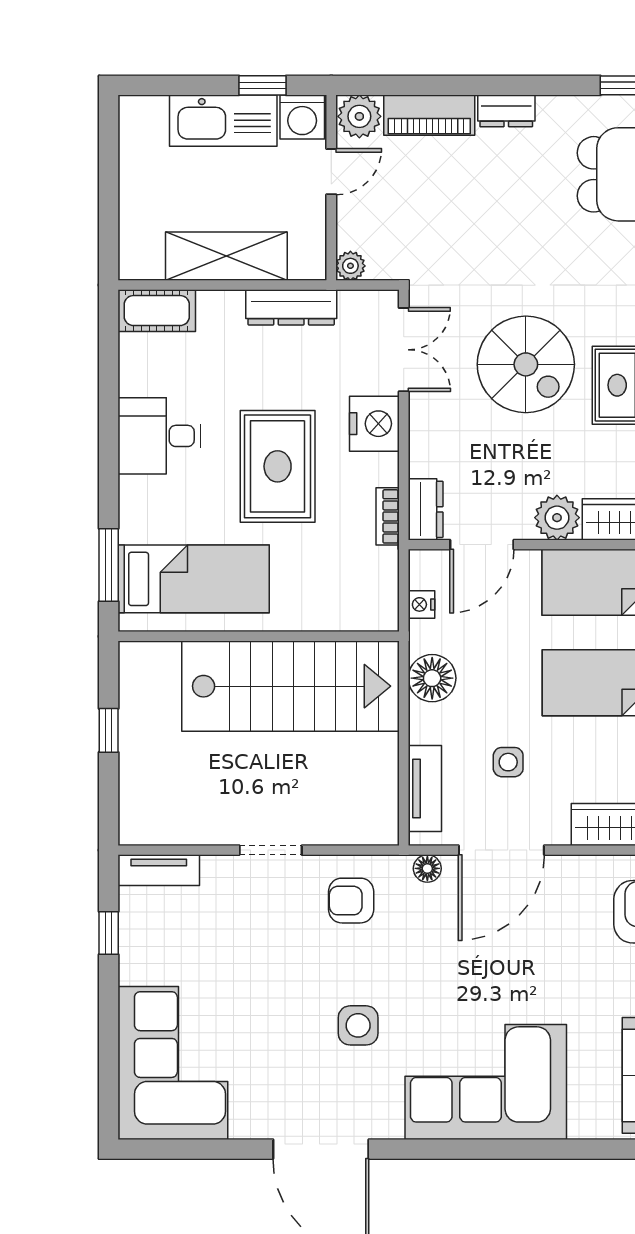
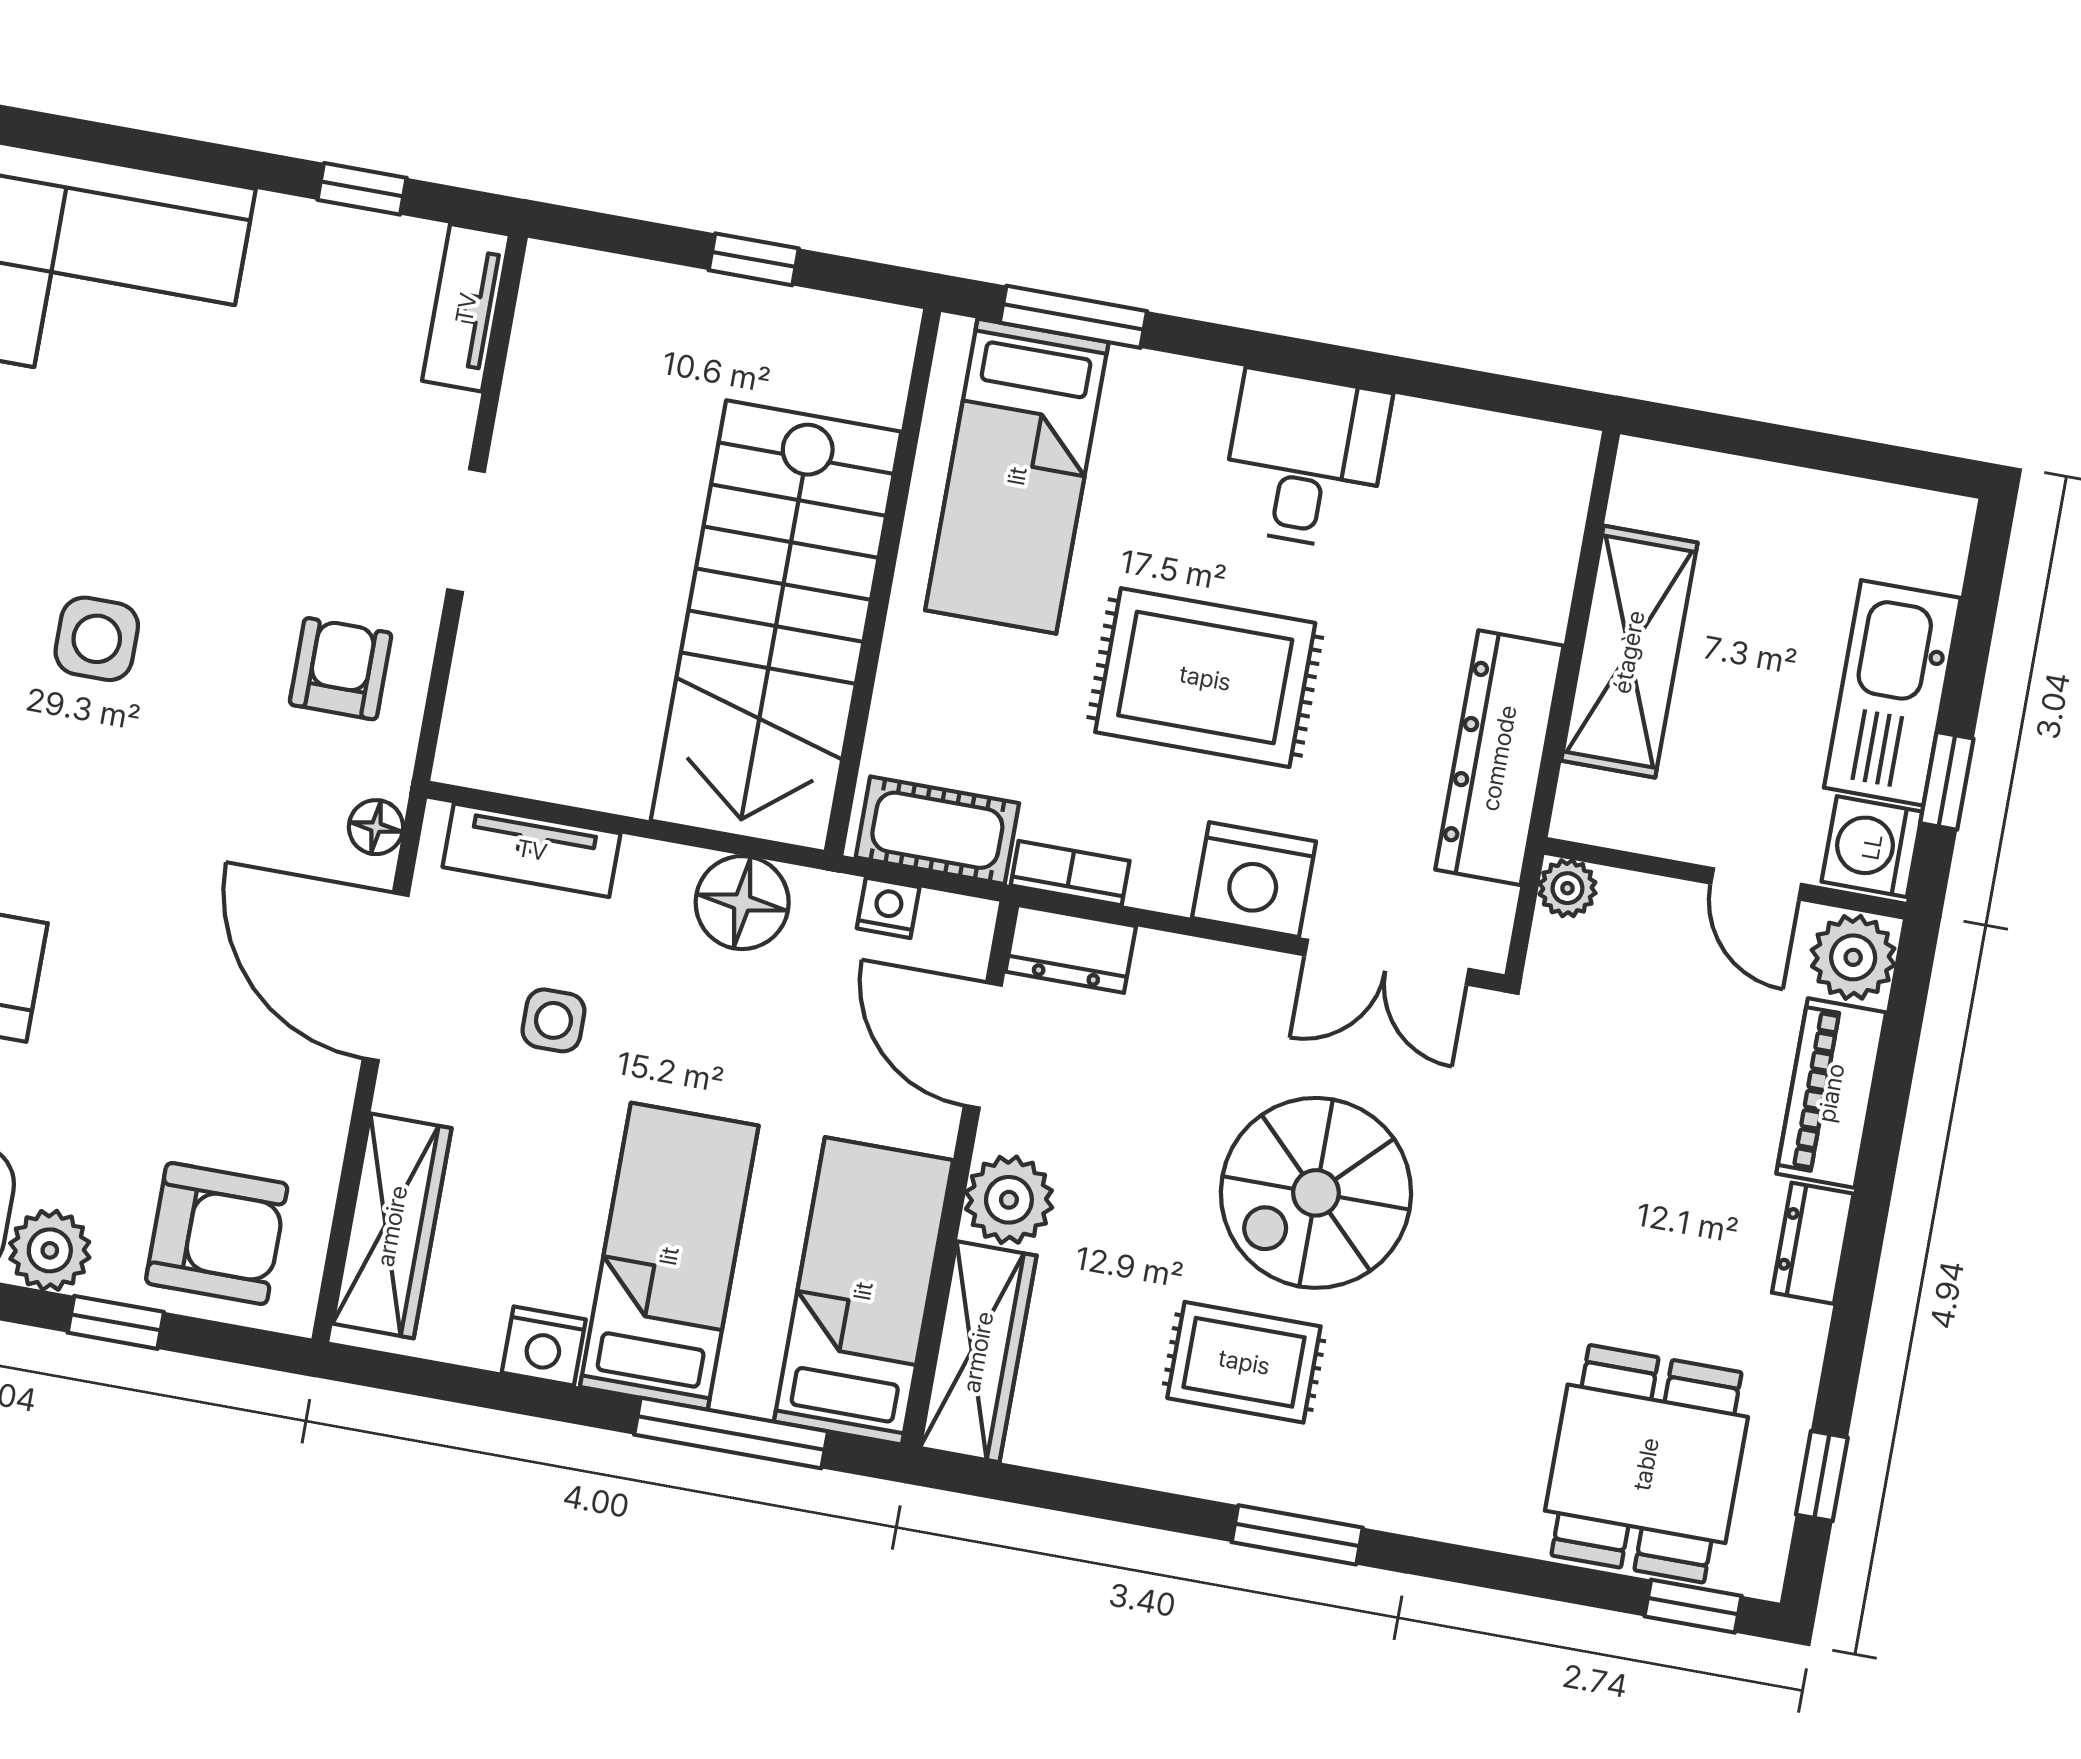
dresser: (291, 307) -> (1499, 758), width x1.37, depth x1.24
cot: (157, 311) -> (937, 830), moved, turned 90

